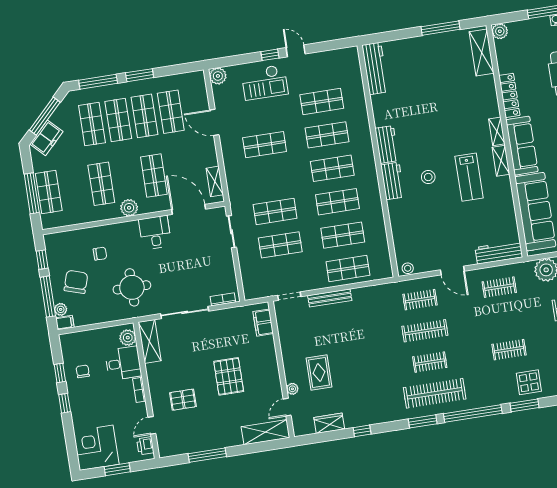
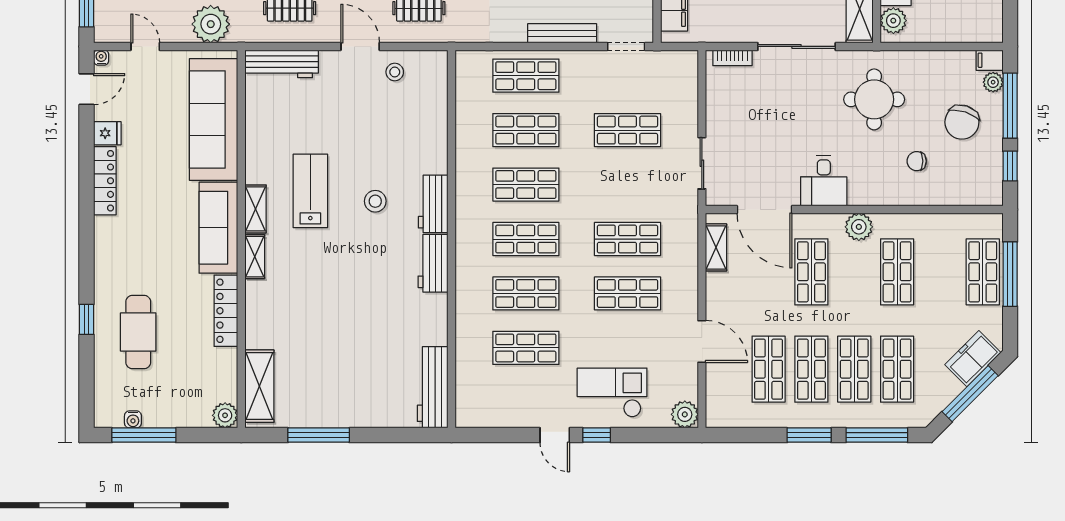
shop shelf: (275, 211) -> (628, 239), moved
stool: (408, 268) -> (395, 72), moved

